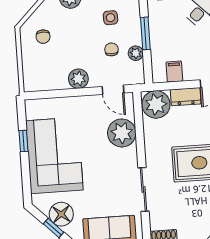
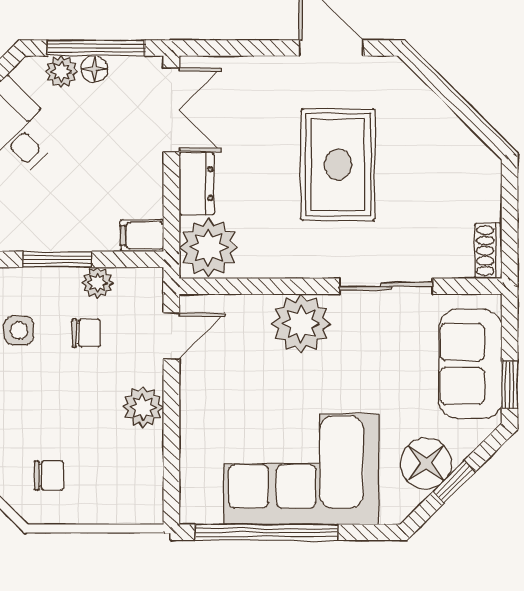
chair: (111, 49) -> (86, 333), turned 180
filing cabinet: (174, 72) -> (142, 235), moved
plant: (122, 133) -> (301, 324), moved
window: (23, 141) -> (266, 532), width x3.17

